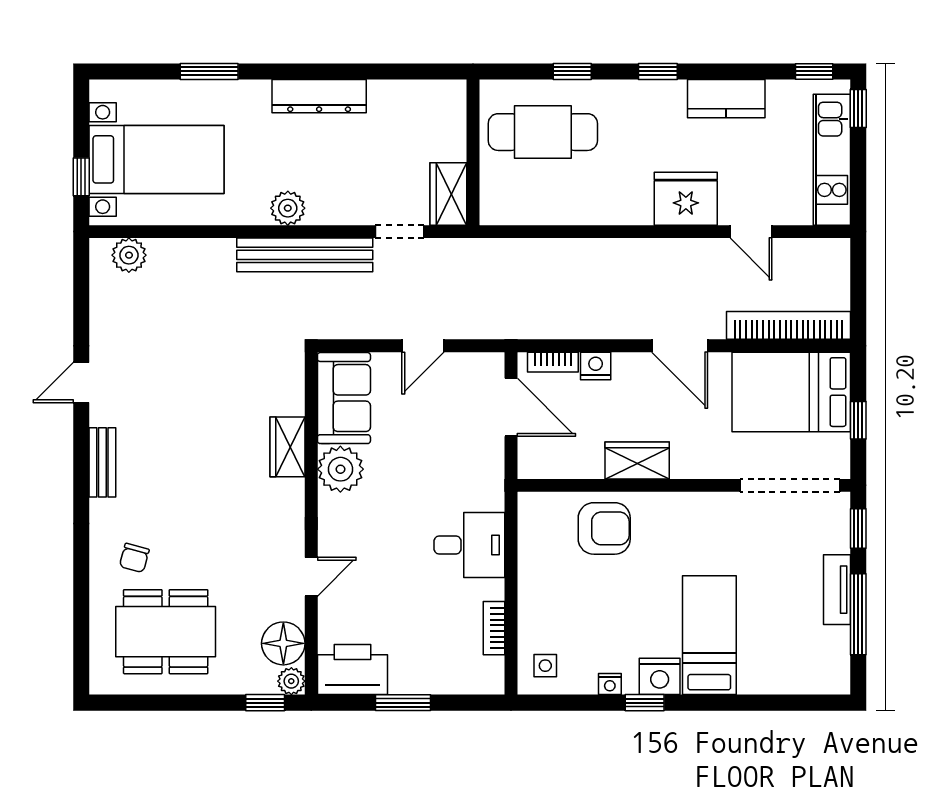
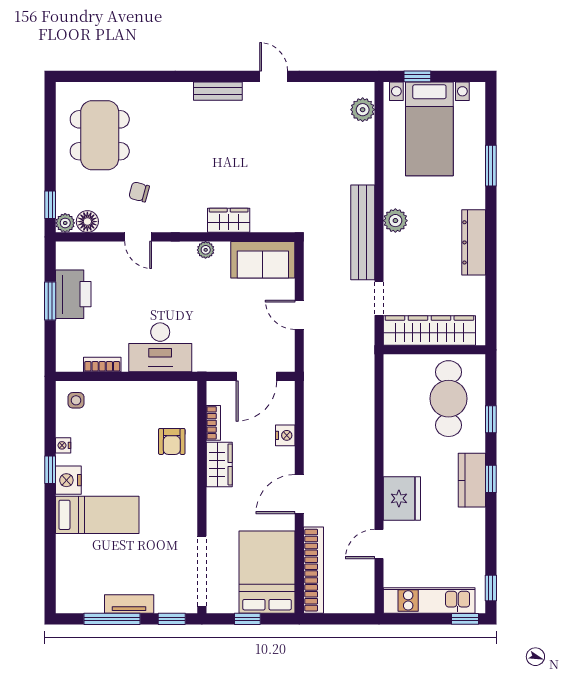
kitchen counter: (726, 99) -> (472, 480), moved
wardrobe: (448, 194) -> (429, 330), width x2.10, depth x1.17
bookcase: (553, 362) -> (213, 423), moved, turned 180
plant: (340, 469) -> (206, 250), width x0.53, depth x0.53
armchair: (604, 528) -> (172, 441), width x0.72, depth x0.72
desk: (469, 545) -> (160, 347), width x1.37
chair: (134, 558) -> (139, 192), moved
floor lamp: (283, 643) -> (87, 222), width x0.73, depth x0.73
printer: (352, 670) -> (73, 294), moved

